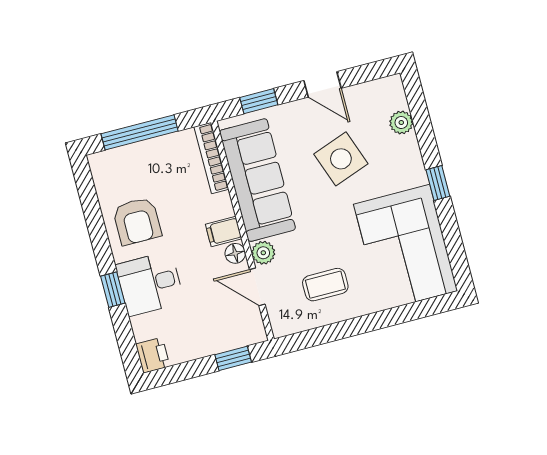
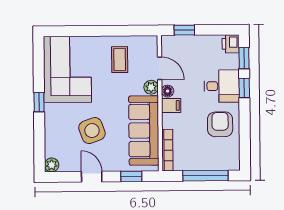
plant: (401, 123) -> (52, 165), moved
coffee table: (325, 285) -> (120, 60), turned 90
window: (125, 338) -> (244, 58), added

